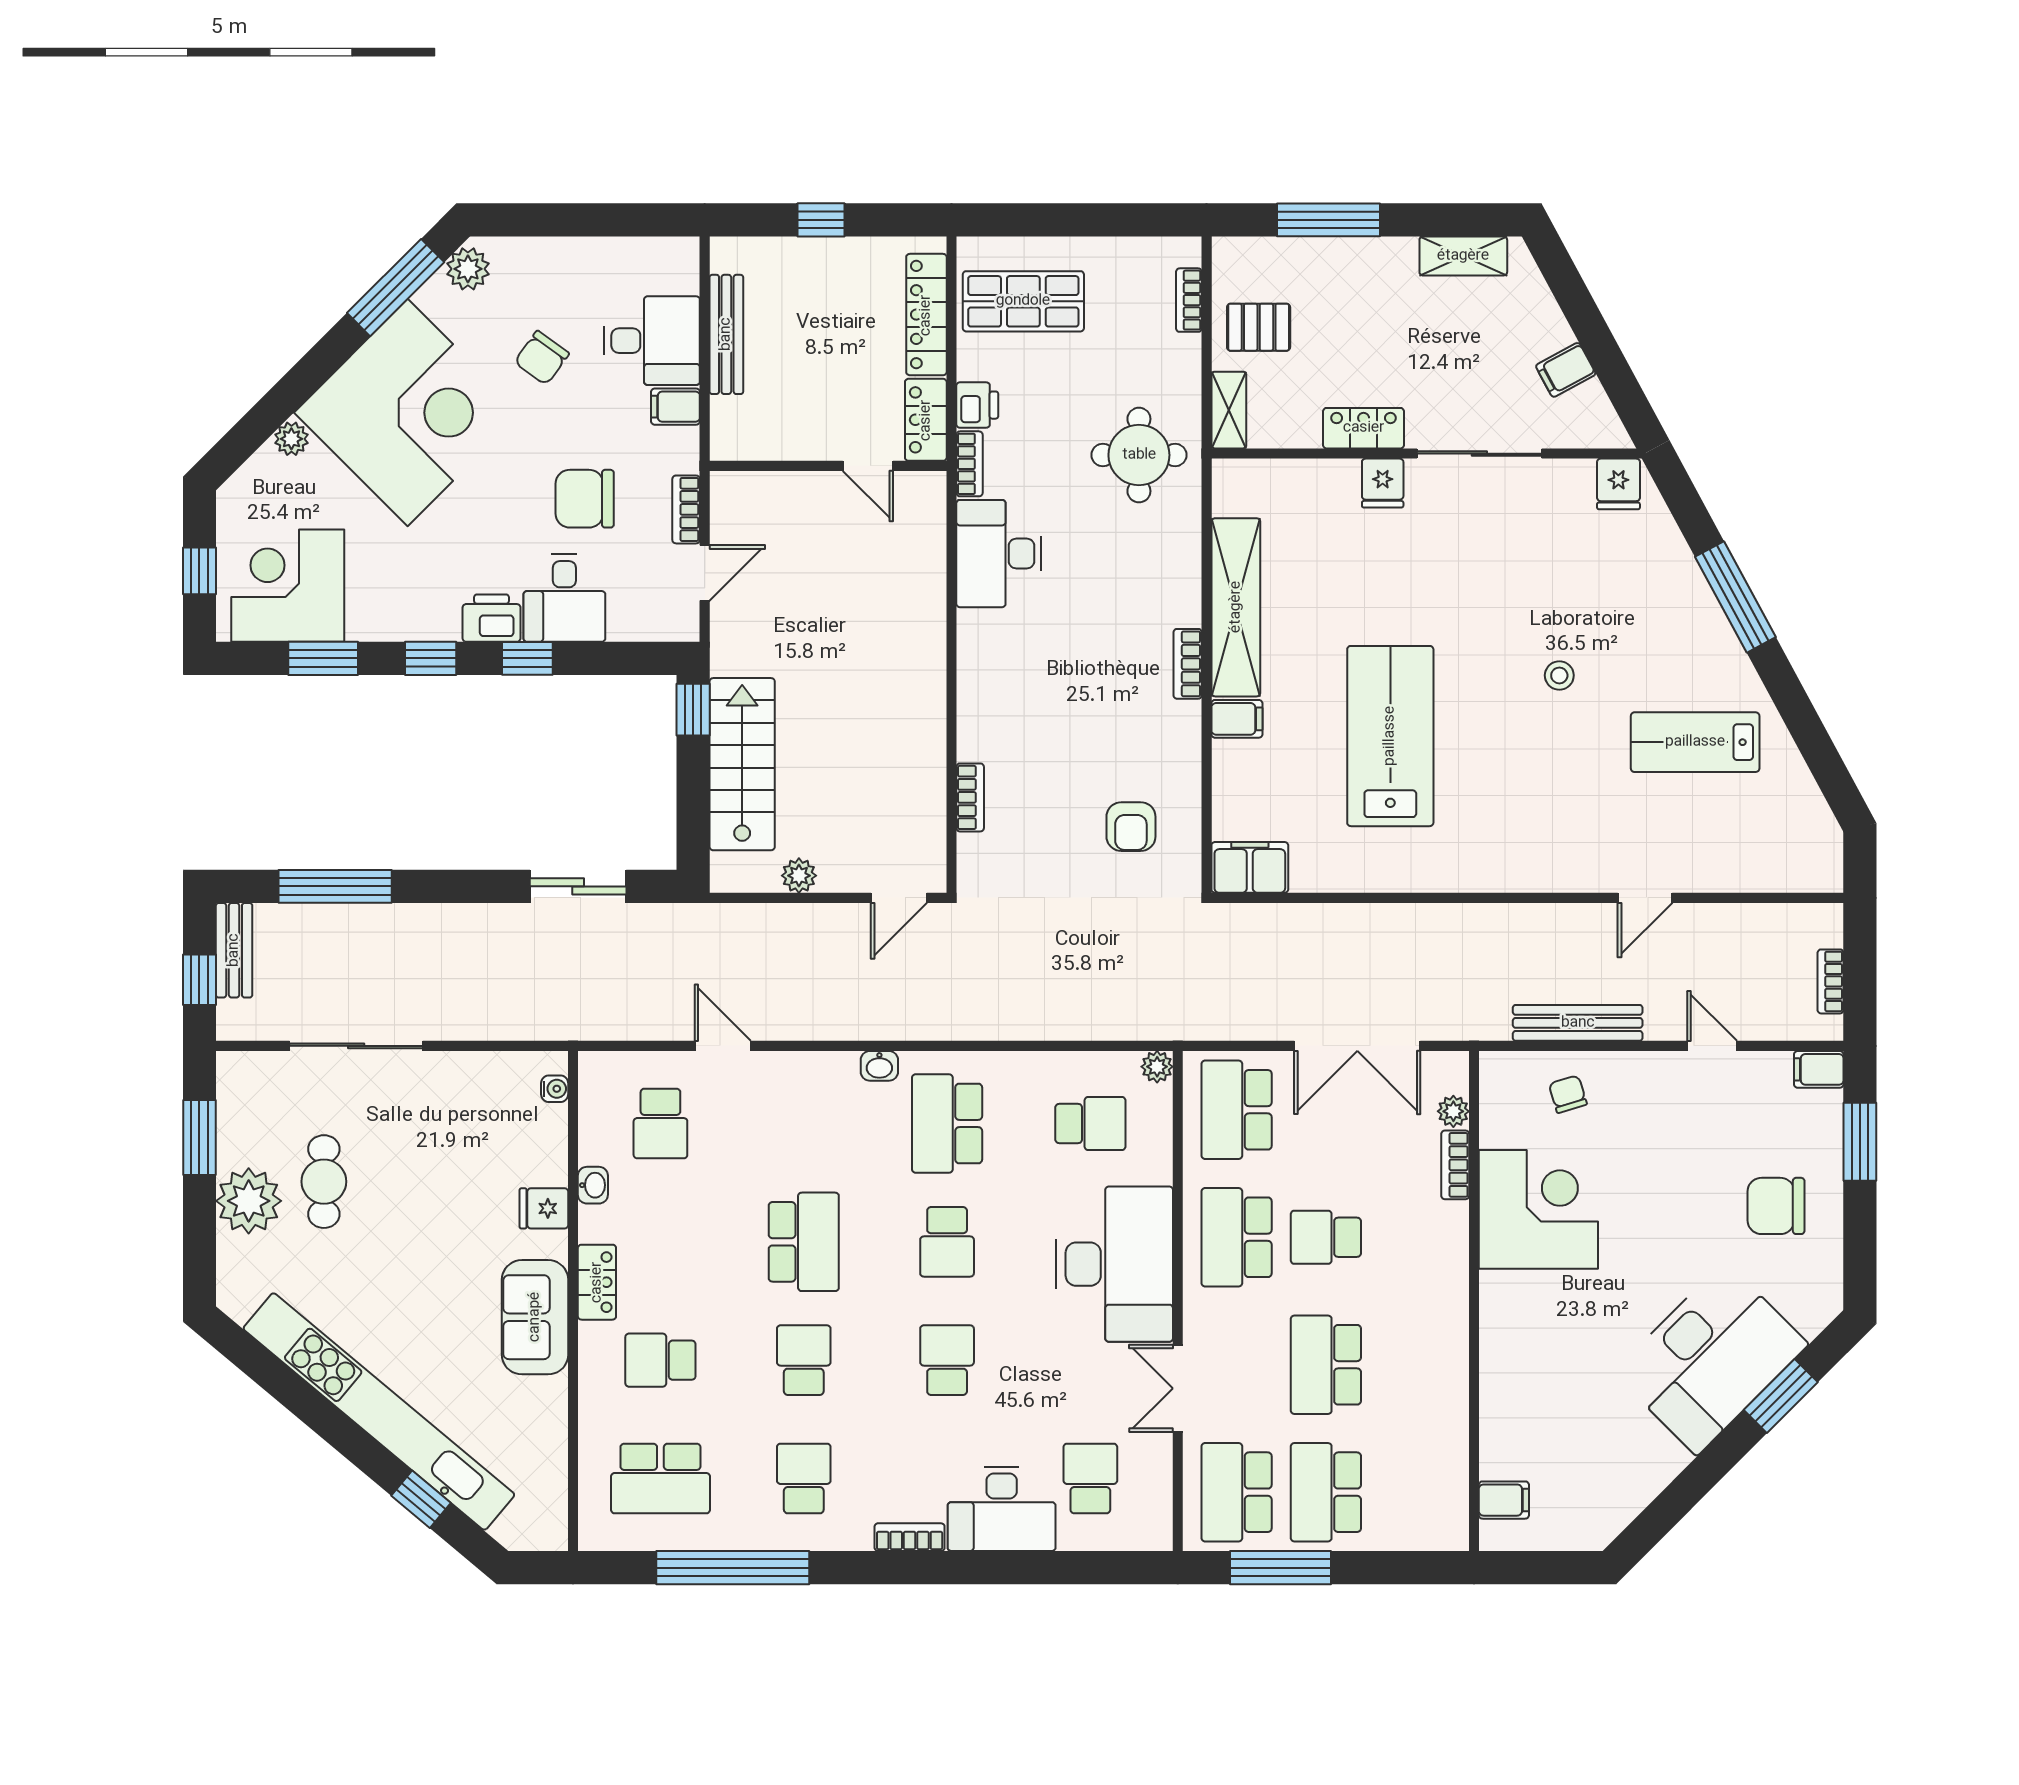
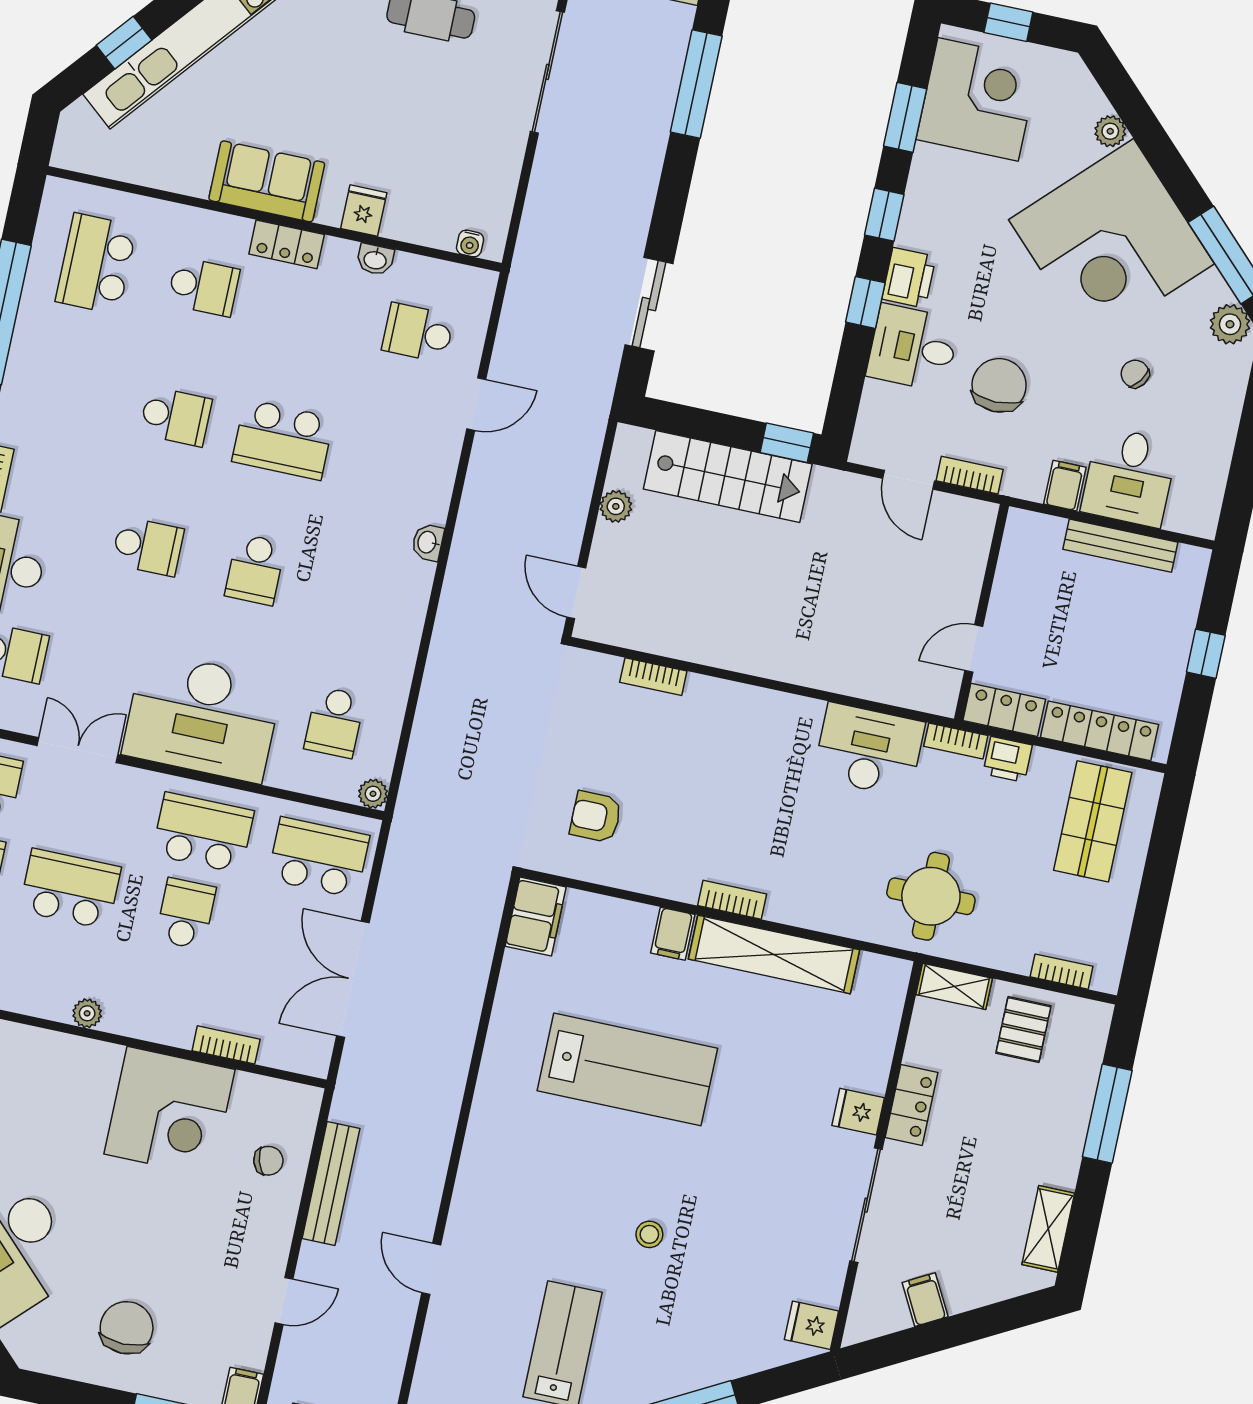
chair: (542, 358) -> (1135, 374), width x0.73, depth x0.73
plant: (1453, 1111) -> (87, 1013), moved
school desk: (947, 1123) -> (362, 592), removed
school desk: (947, 1242) -> (255, 569), turned -90
school desk: (660, 1360) -> (204, 287), turned 90
school desk: (804, 1478) -> (68, 394), removed

